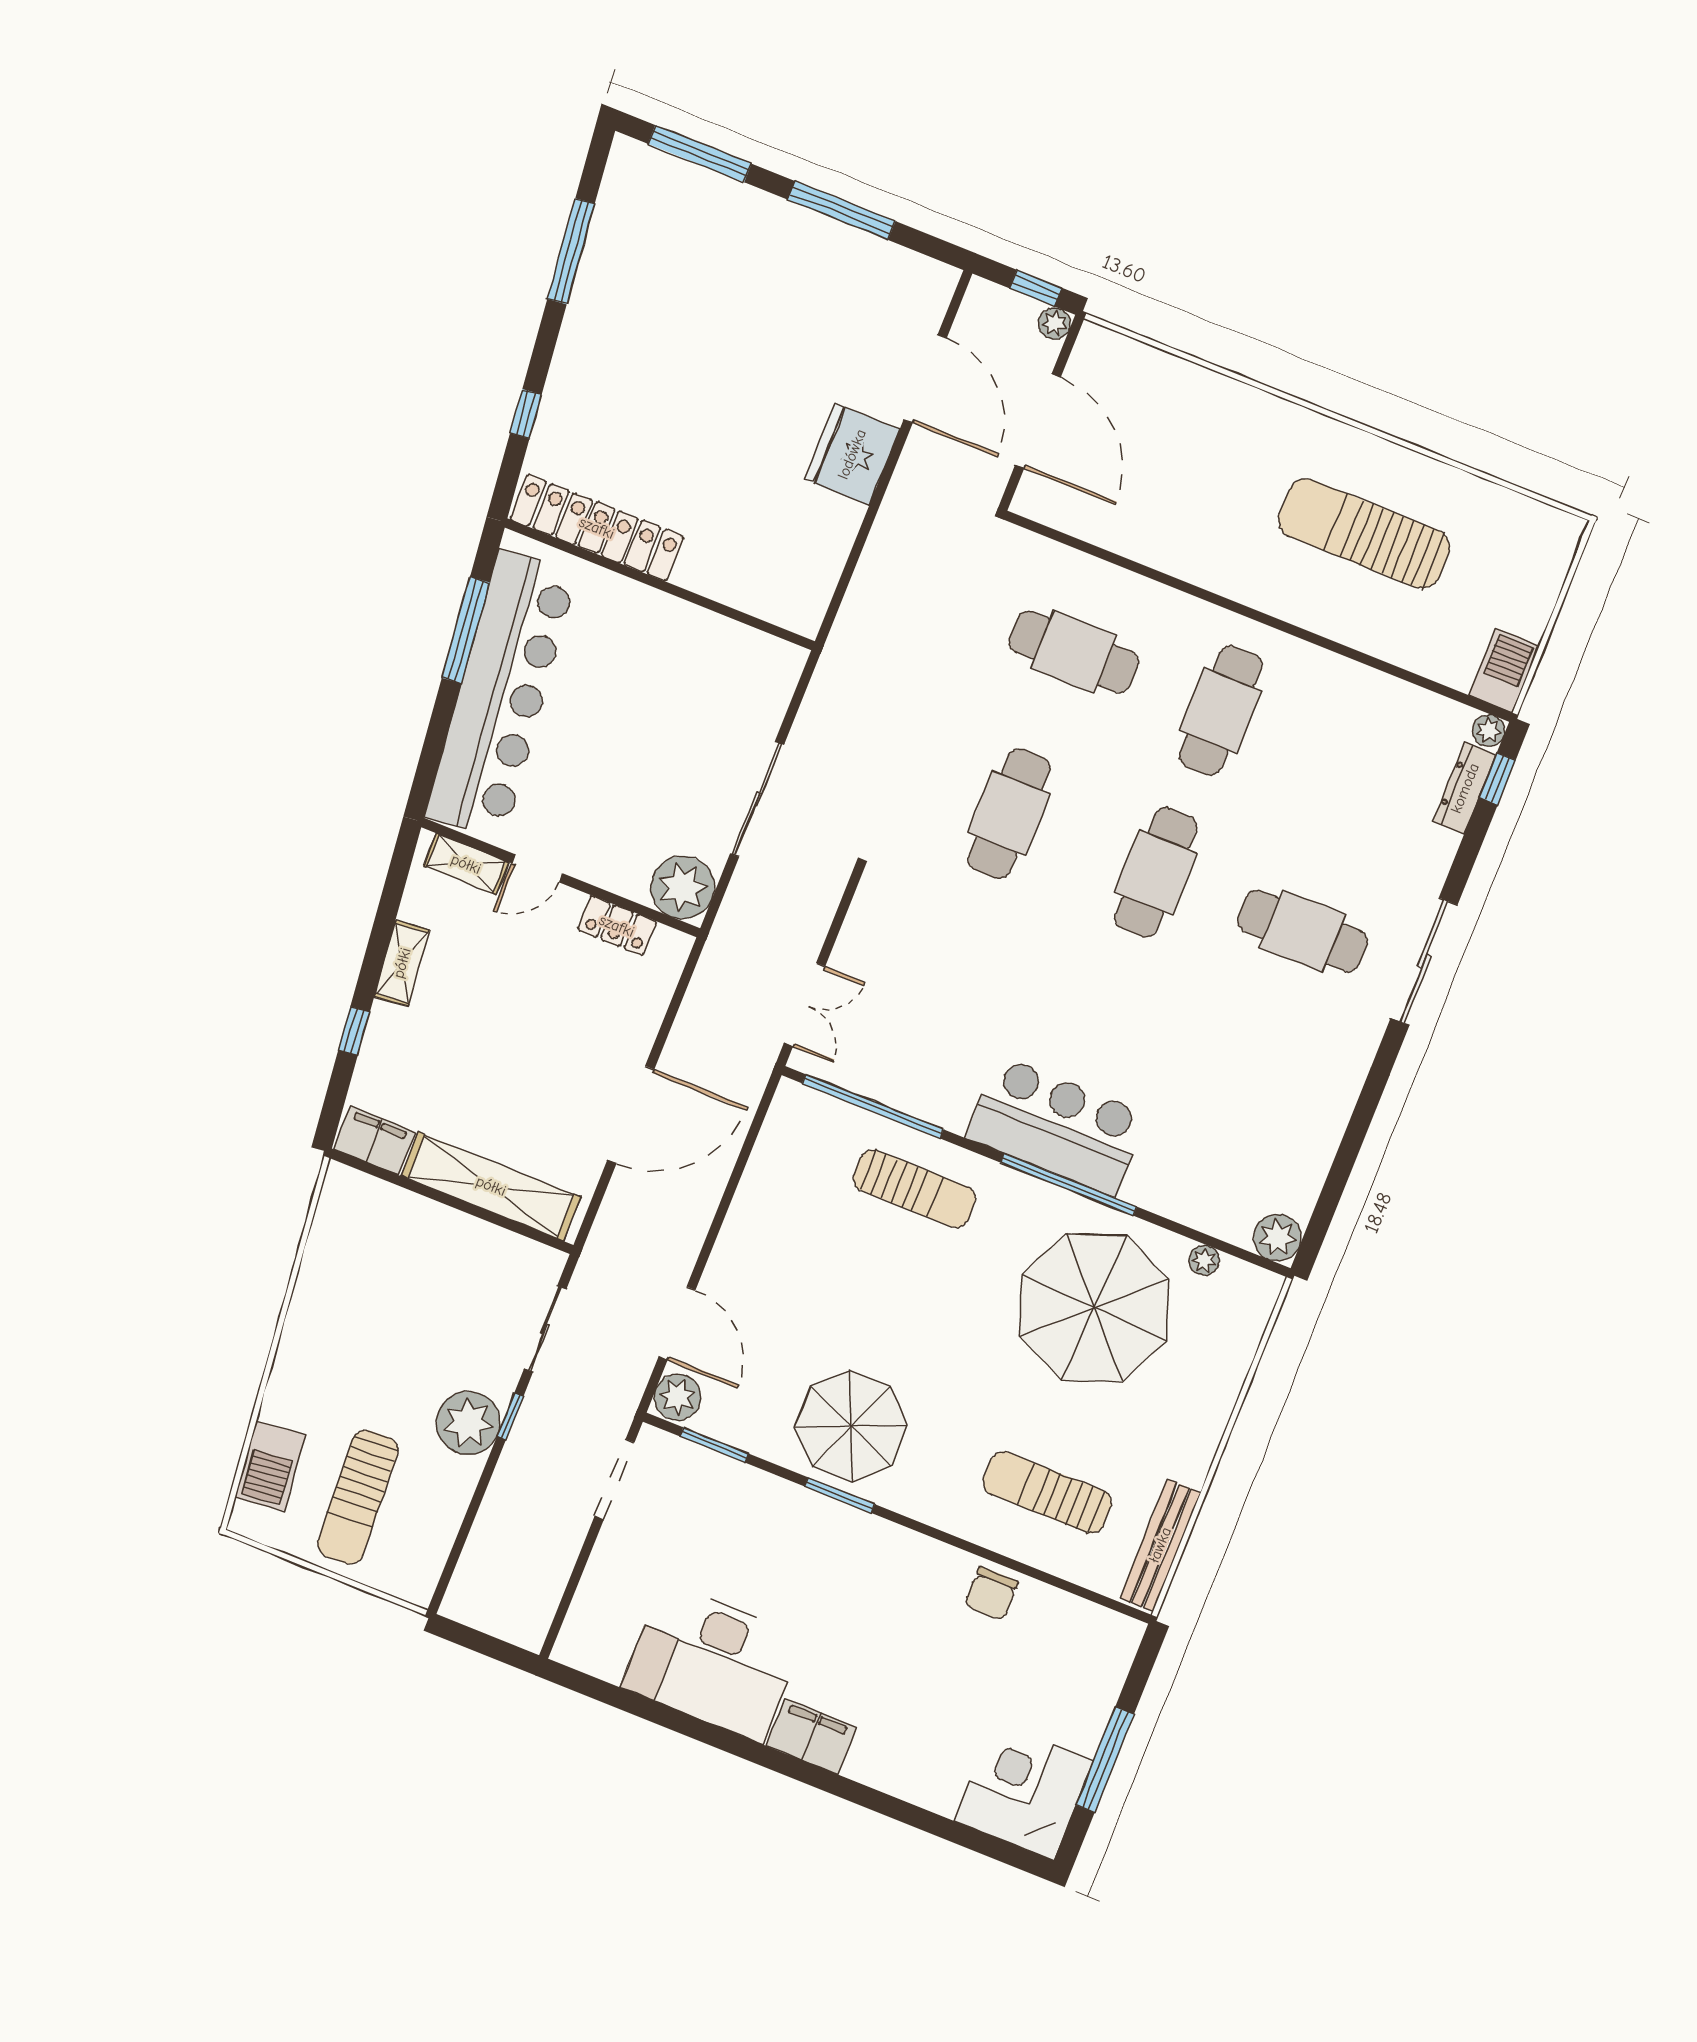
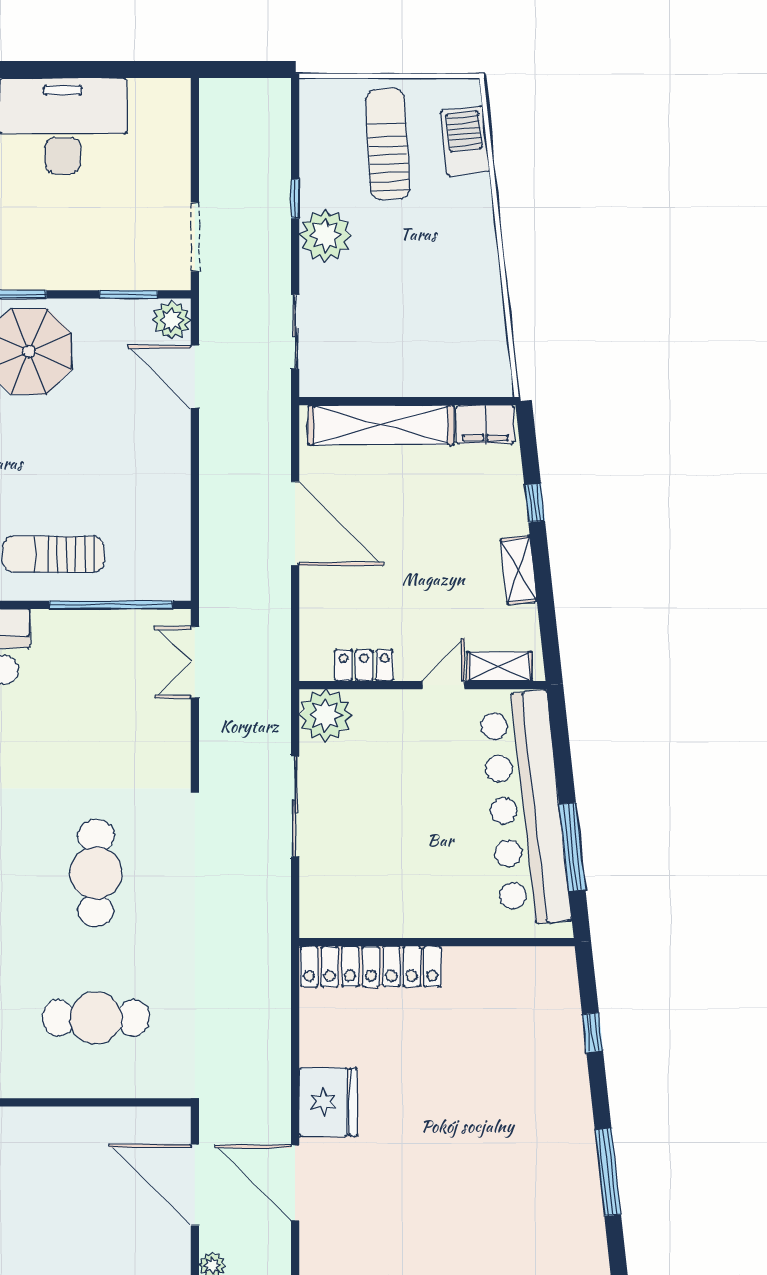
locker: (597, 528) -> (371, 966), moved
door: (631, 1115) -> (295, 524), swing flipped
window: (510, 1416) -> (295, 199), moved

